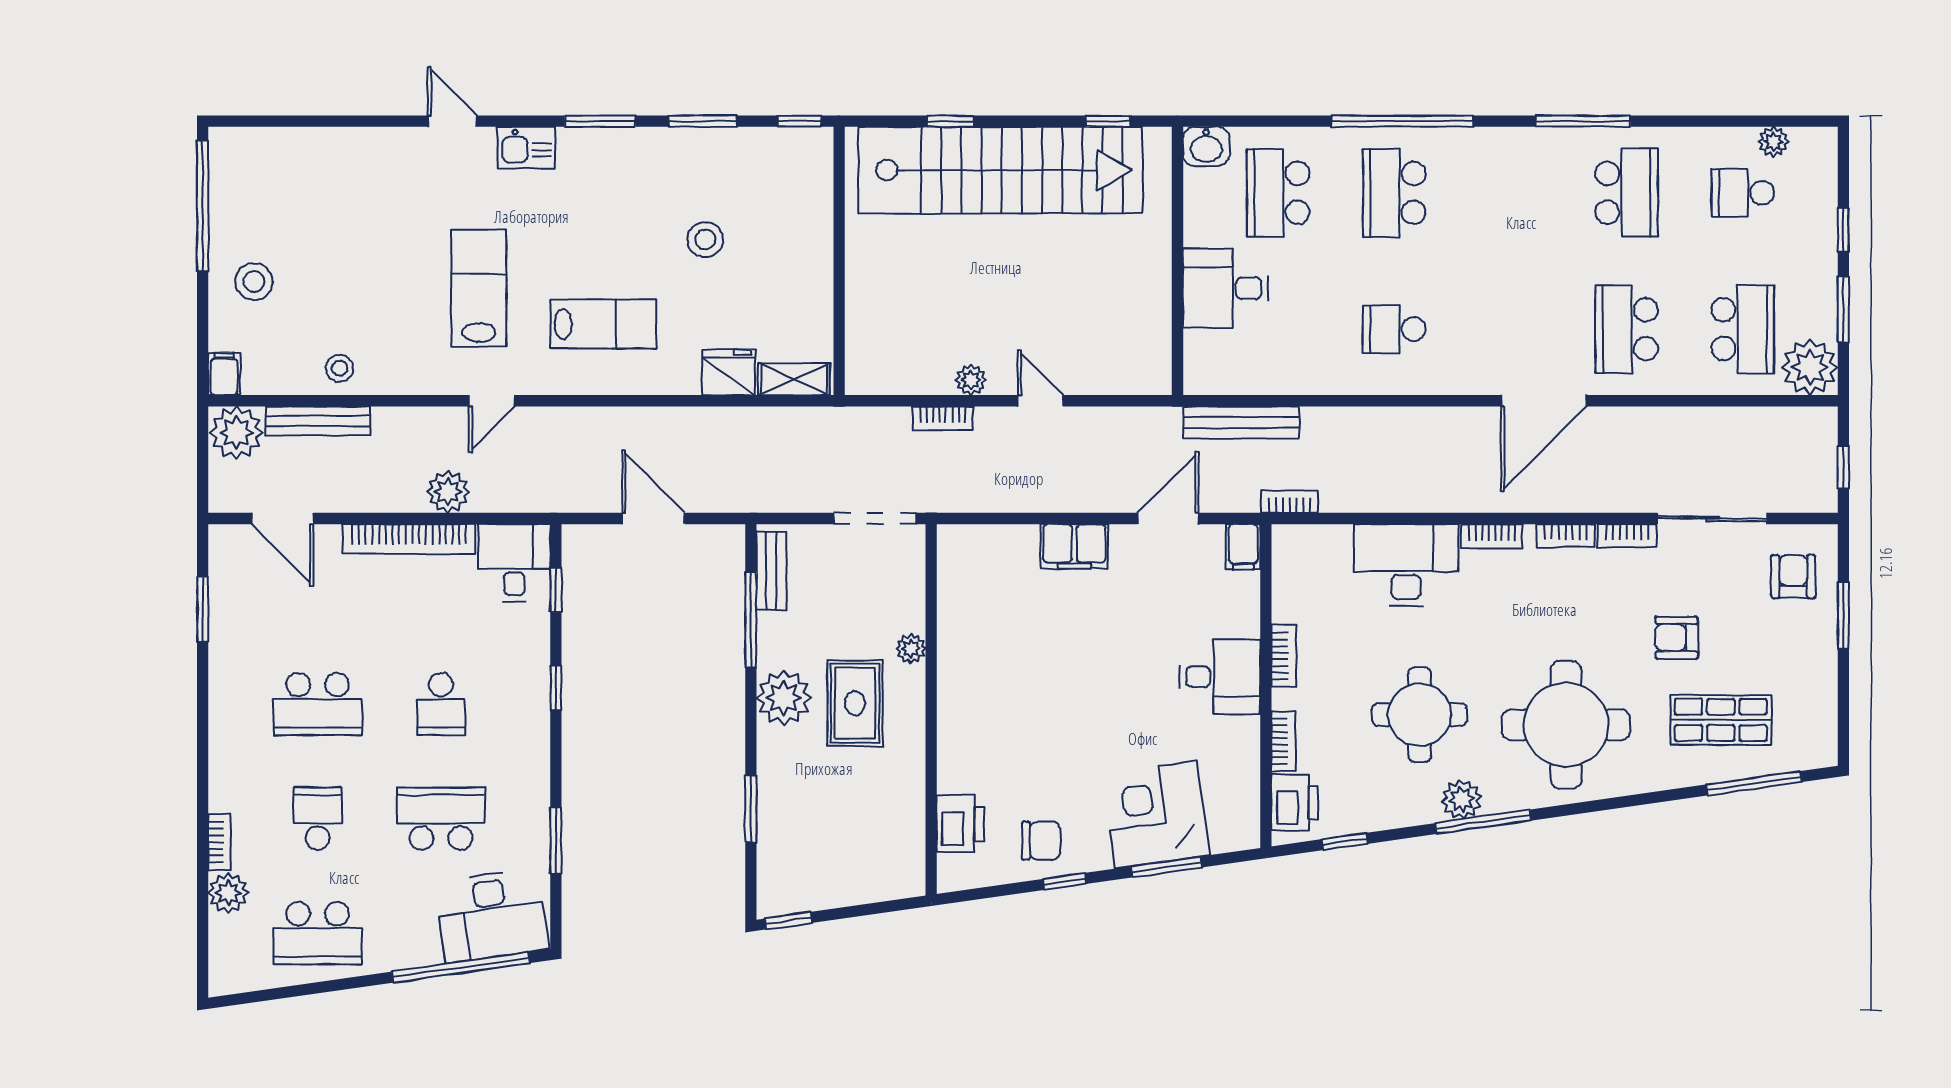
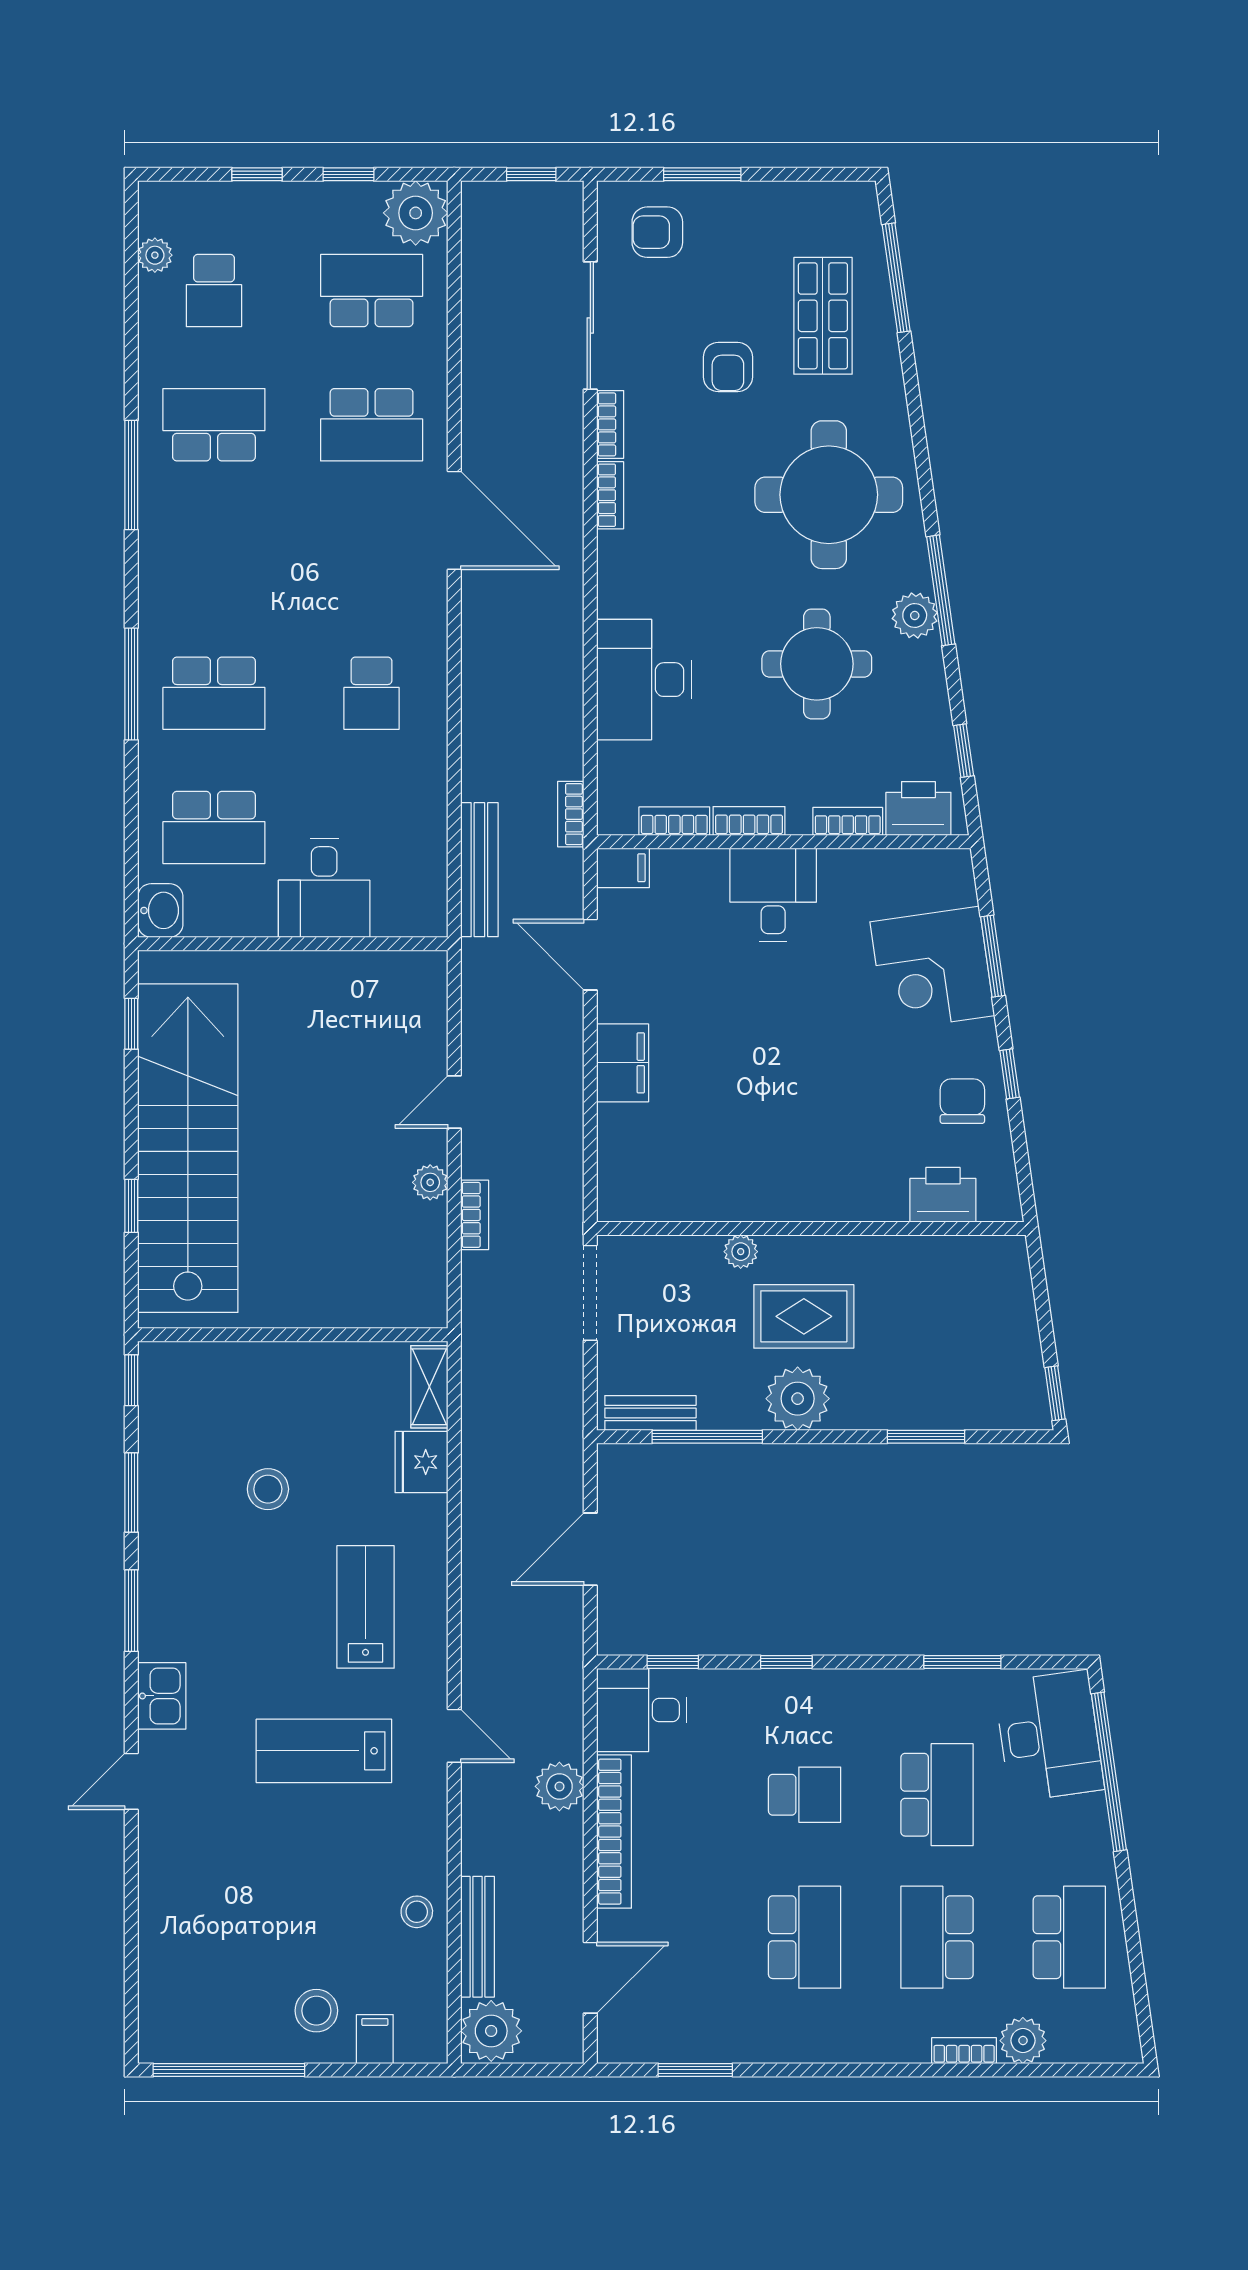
window: (1402, 121) -> (131, 684), width x0.68
window: (1843, 309) -> (349, 174), width x0.67
filing cabinet: (224, 374) -> (375, 2039), moved, turned 90
bookcase: (1492, 536) -> (674, 821), moved, turned -90
school desk: (318, 819) -> (937, 1937), width x1.85
school desk: (441, 819) -> (937, 1795), turned 180

